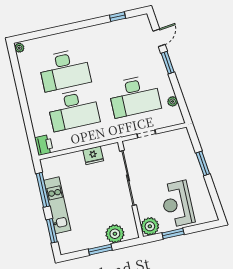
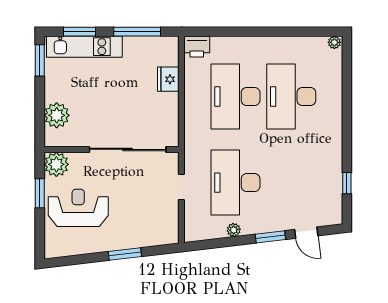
plant: (173, 101) -> (234, 230), moved
fridge: (93, 155) -> (168, 79), moved
kitchen unit: (57, 205) -> (84, 47), moved
window: (100, 250) -> (40, 60), moved

